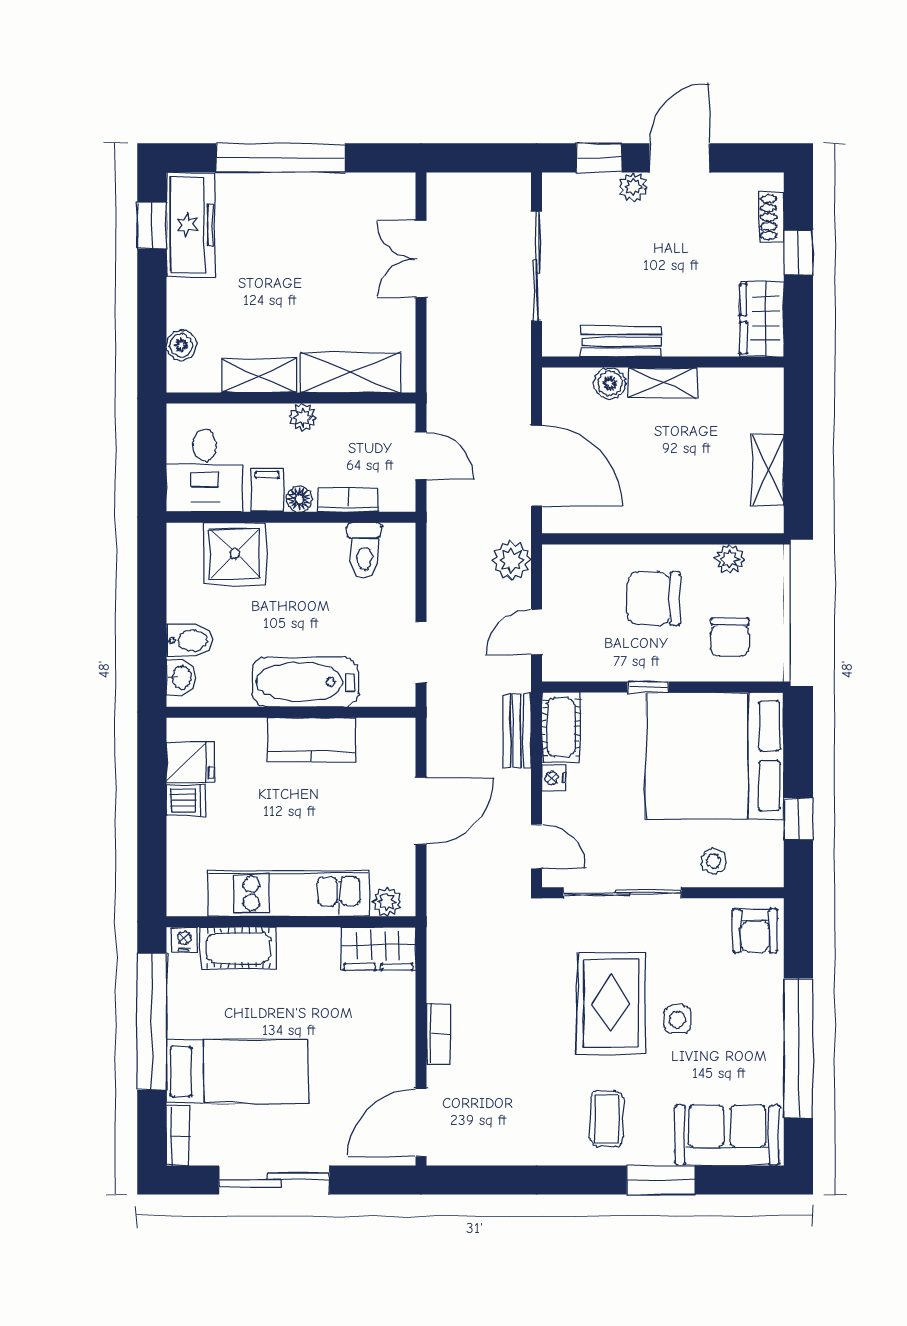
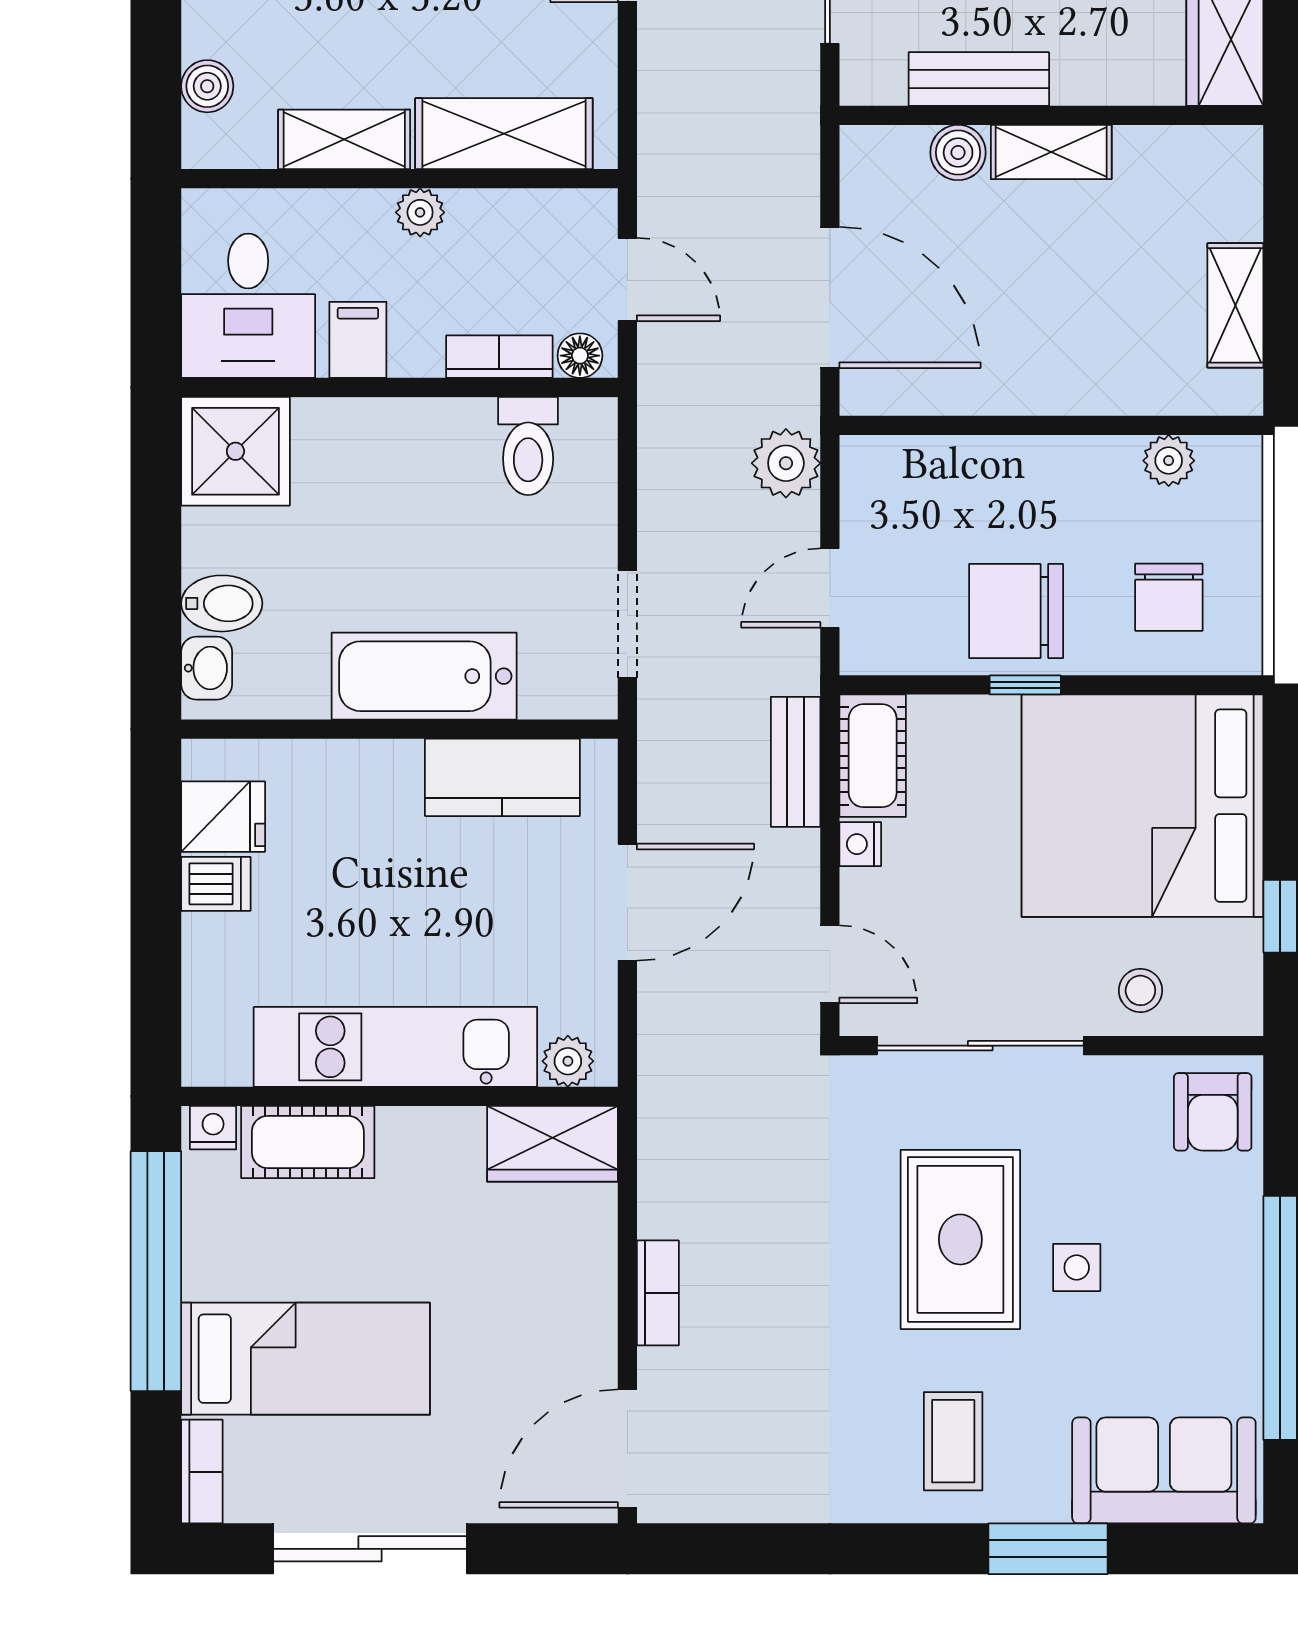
floor lamp: (299, 499) -> (580, 356), moved
shower: (235, 554) -> (235, 451), moved
chair: (654, 599) -> (1016, 611), moved
kitchen counter: (312, 740) -> (502, 777), moved

